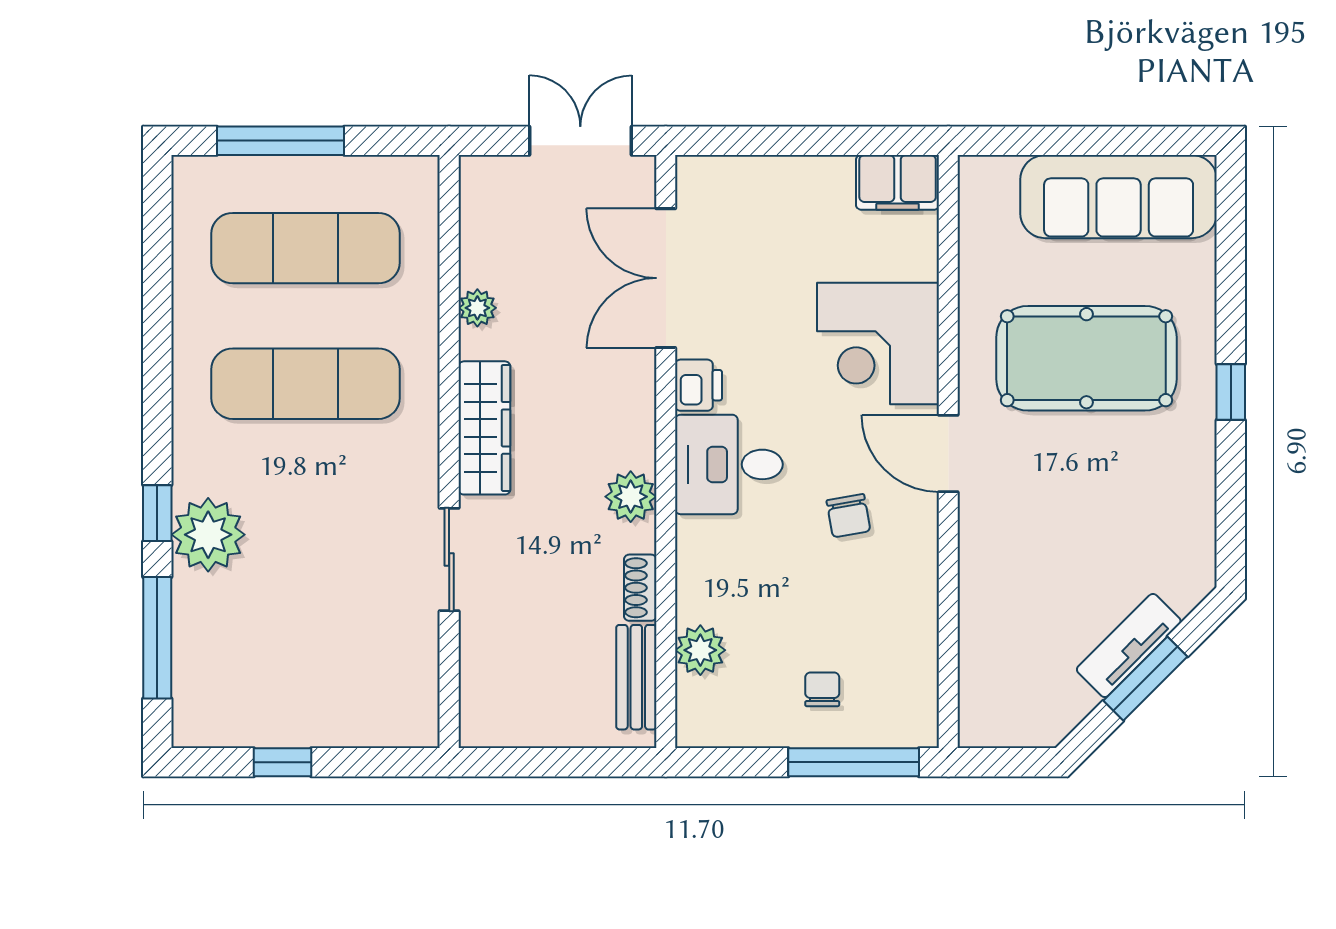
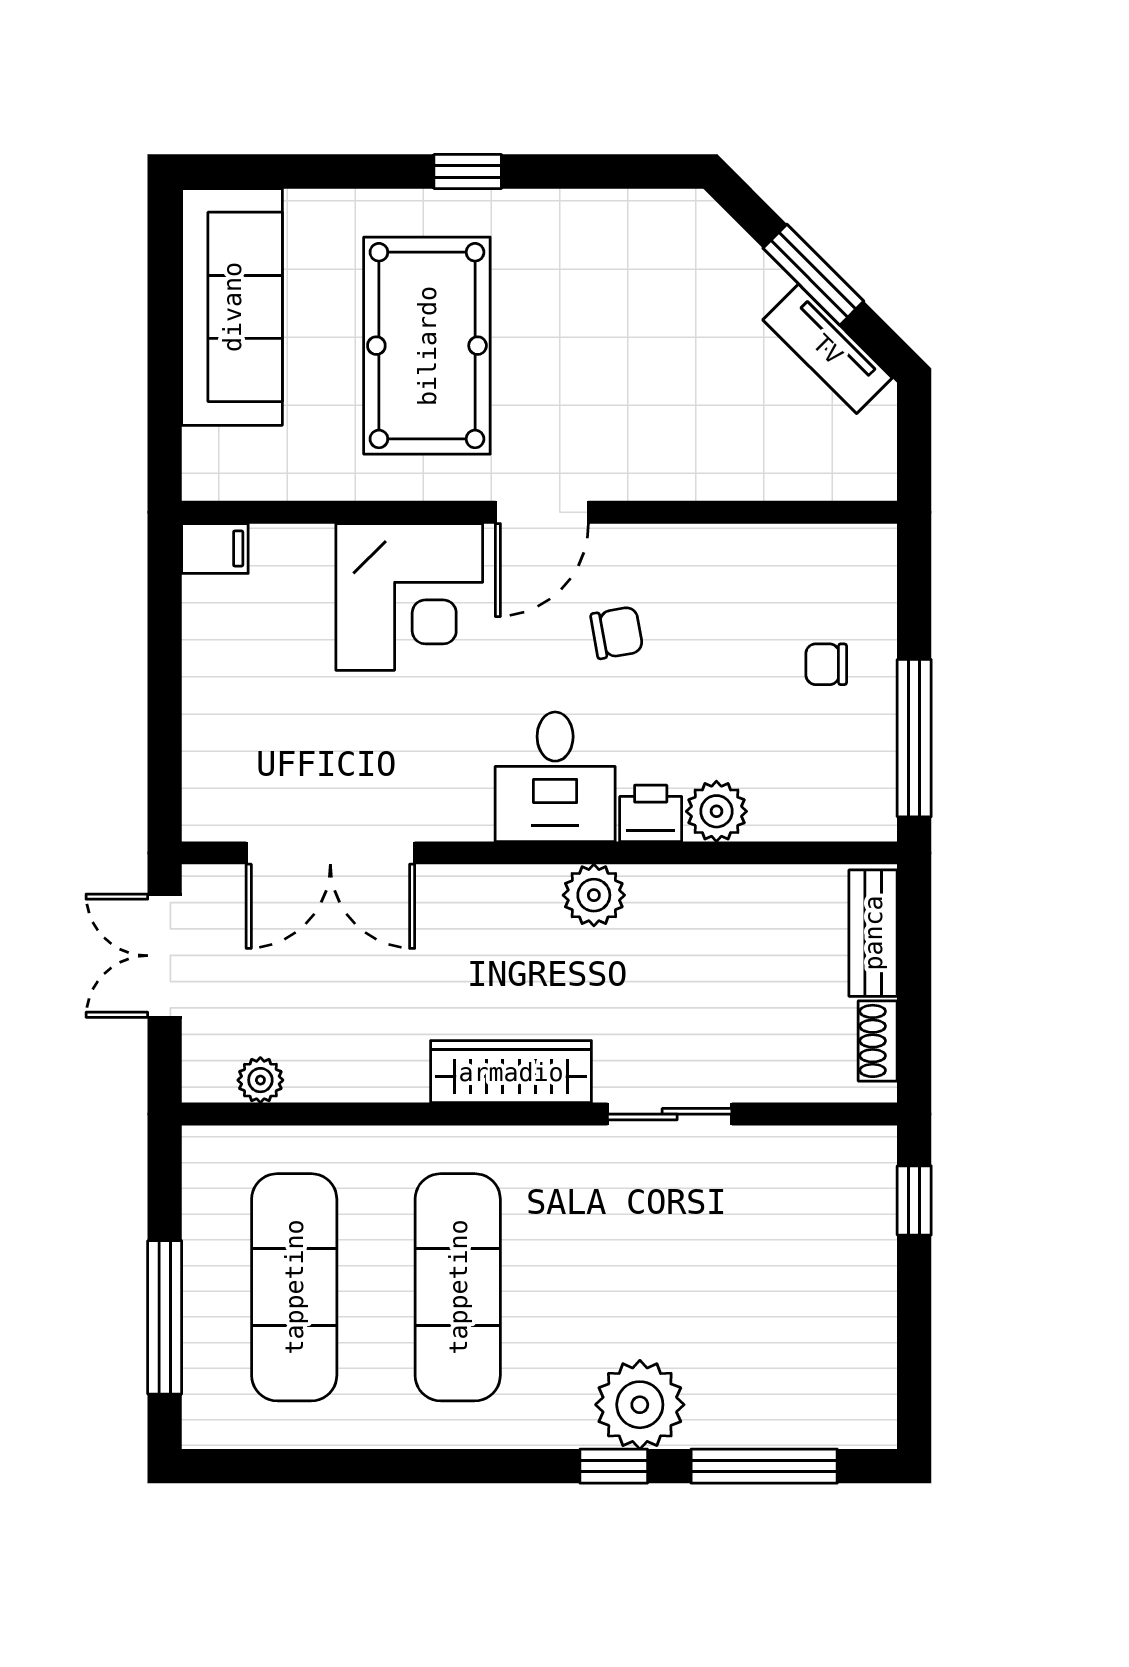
filing cabinet: (898, 182) -> (215, 548), width x0.50
plant: (477, 308) -> (260, 1080), moved
printer: (699, 385) -> (651, 813), moved
shoe rack: (640, 588) -> (878, 1041), moved, turned 90
tv unit: (1129, 645) -> (828, 349), moved
plant: (700, 650) -> (716, 811), moved
bench: (636, 677) -> (873, 933), moved, turned 90
window: (282, 762) -> (914, 1200), moved
window: (854, 762) -> (914, 738), moved

